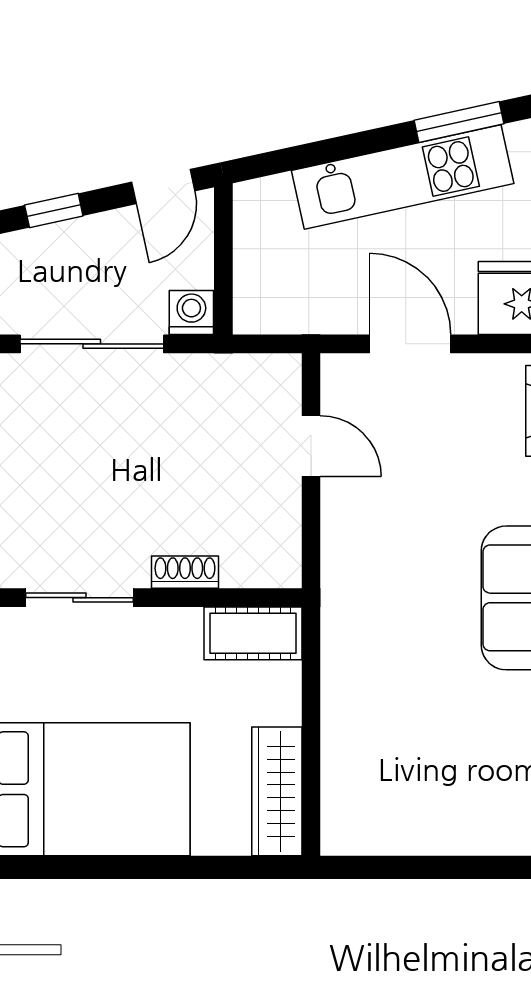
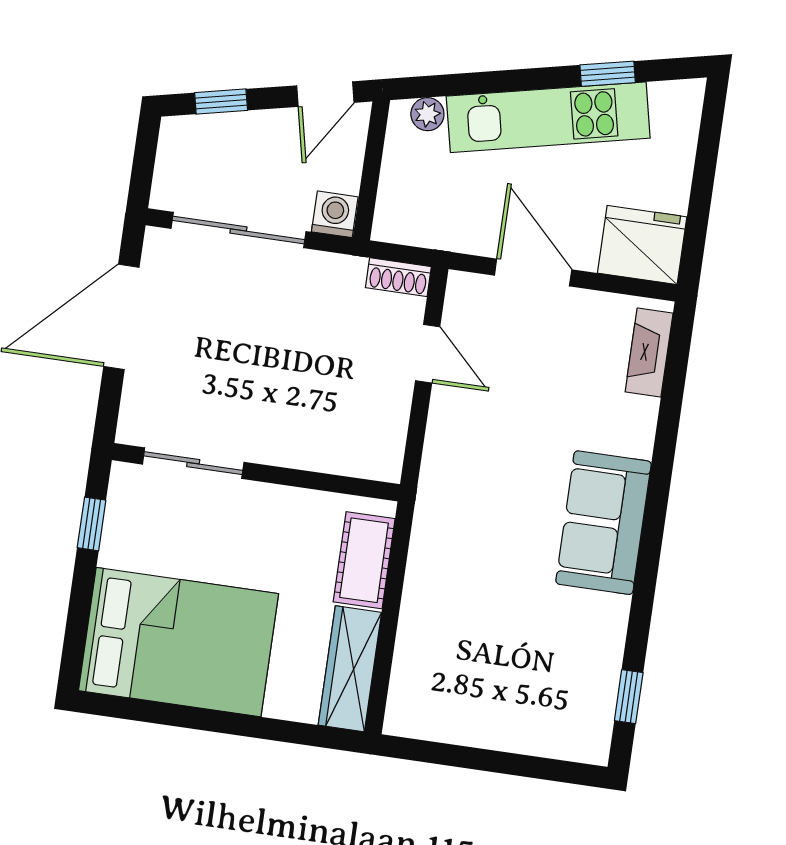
window: (459, 122) -> (608, 74), width x0.67
plant: (274, 192) -> (427, 114), added
shoe rack: (185, 572) -> (398, 277), moved, turned 180
cot: (253, 633) -> (364, 560), moved, turned 90

